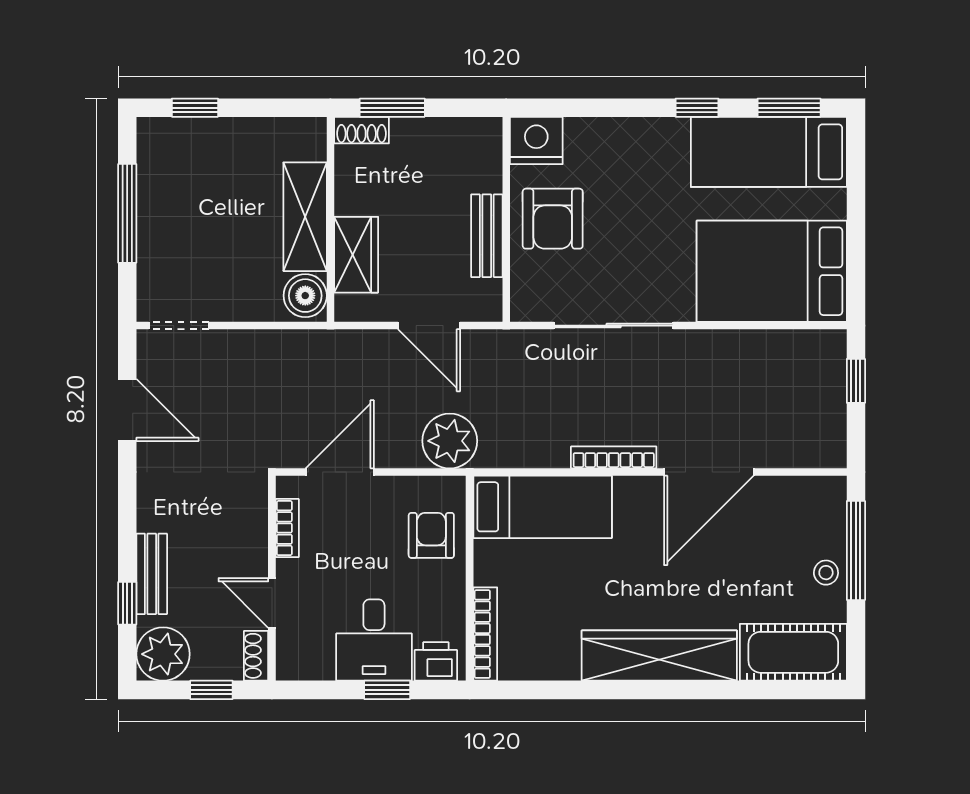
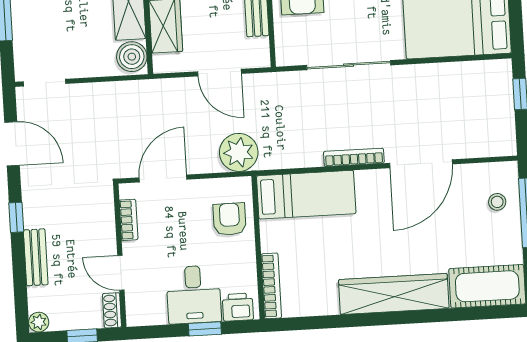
stool: (826, 573) -> (497, 202), moved
window: (127, 603) -> (16, 217), moved
plant: (163, 654) -> (39, 322), width x0.53, depth x0.53

